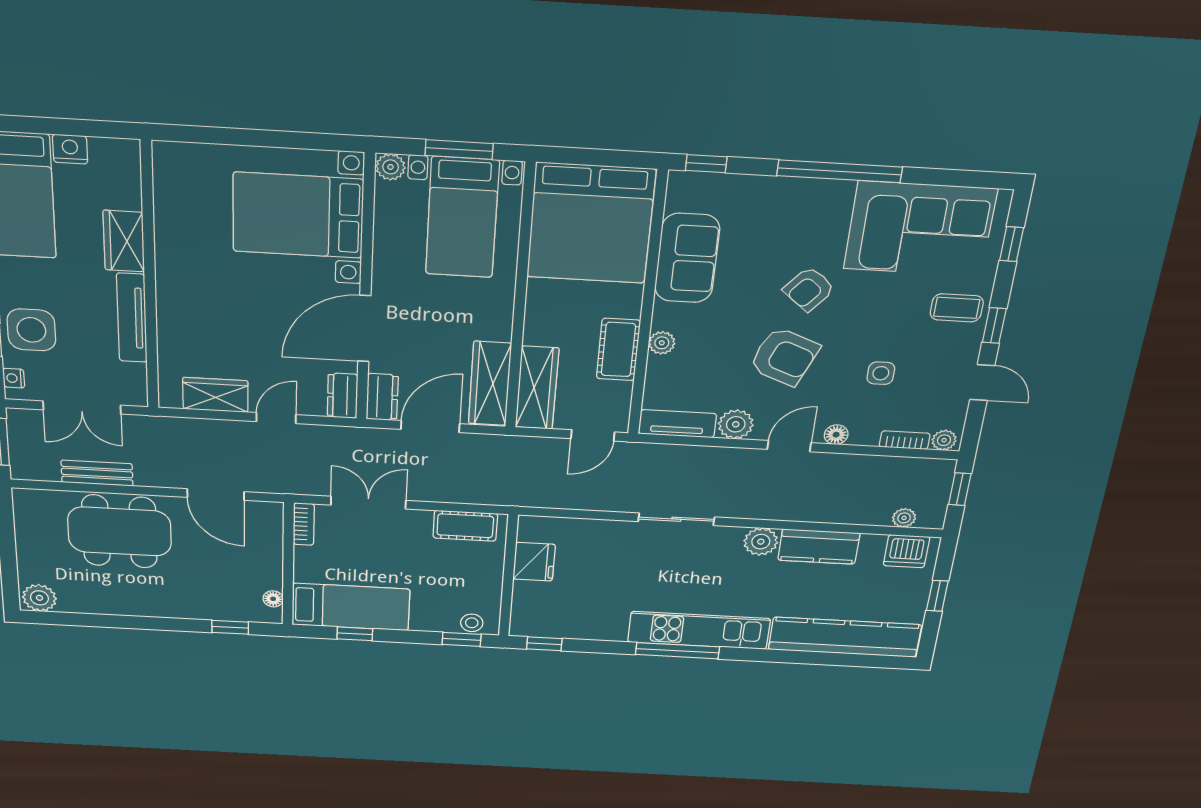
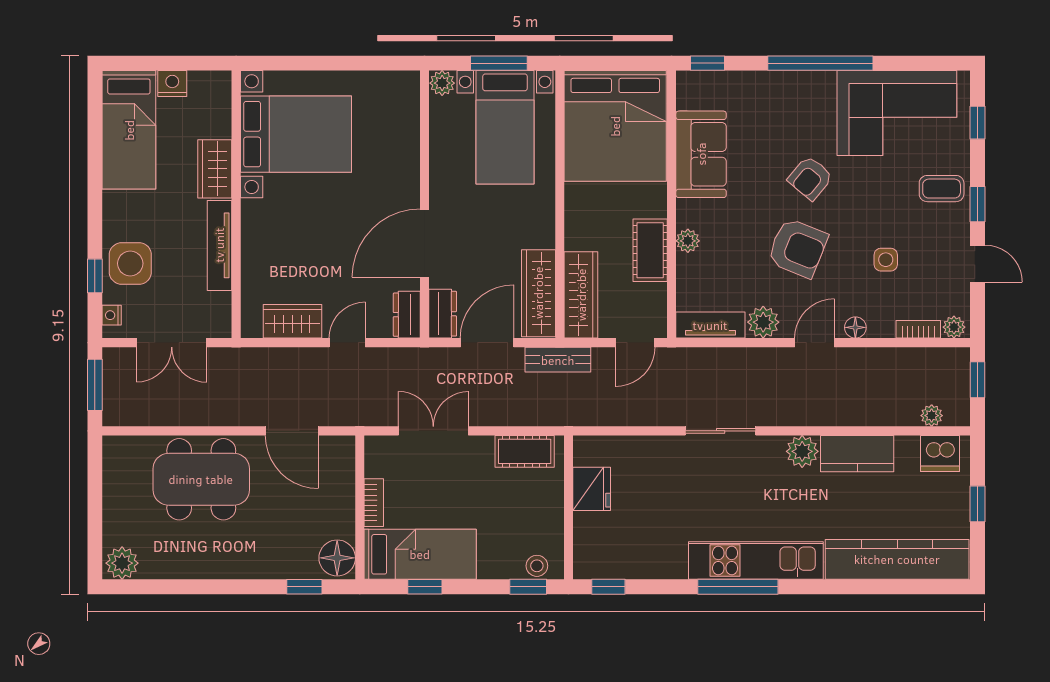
bed with nightstands: (298, 215) -> (296, 134), moved, turned 180
bench: (97, 473) -> (558, 360), moved
bookcase: (304, 524) -> (374, 503), moved
floor lamp: (273, 599) -> (337, 558), width x1.89, depth x1.89

